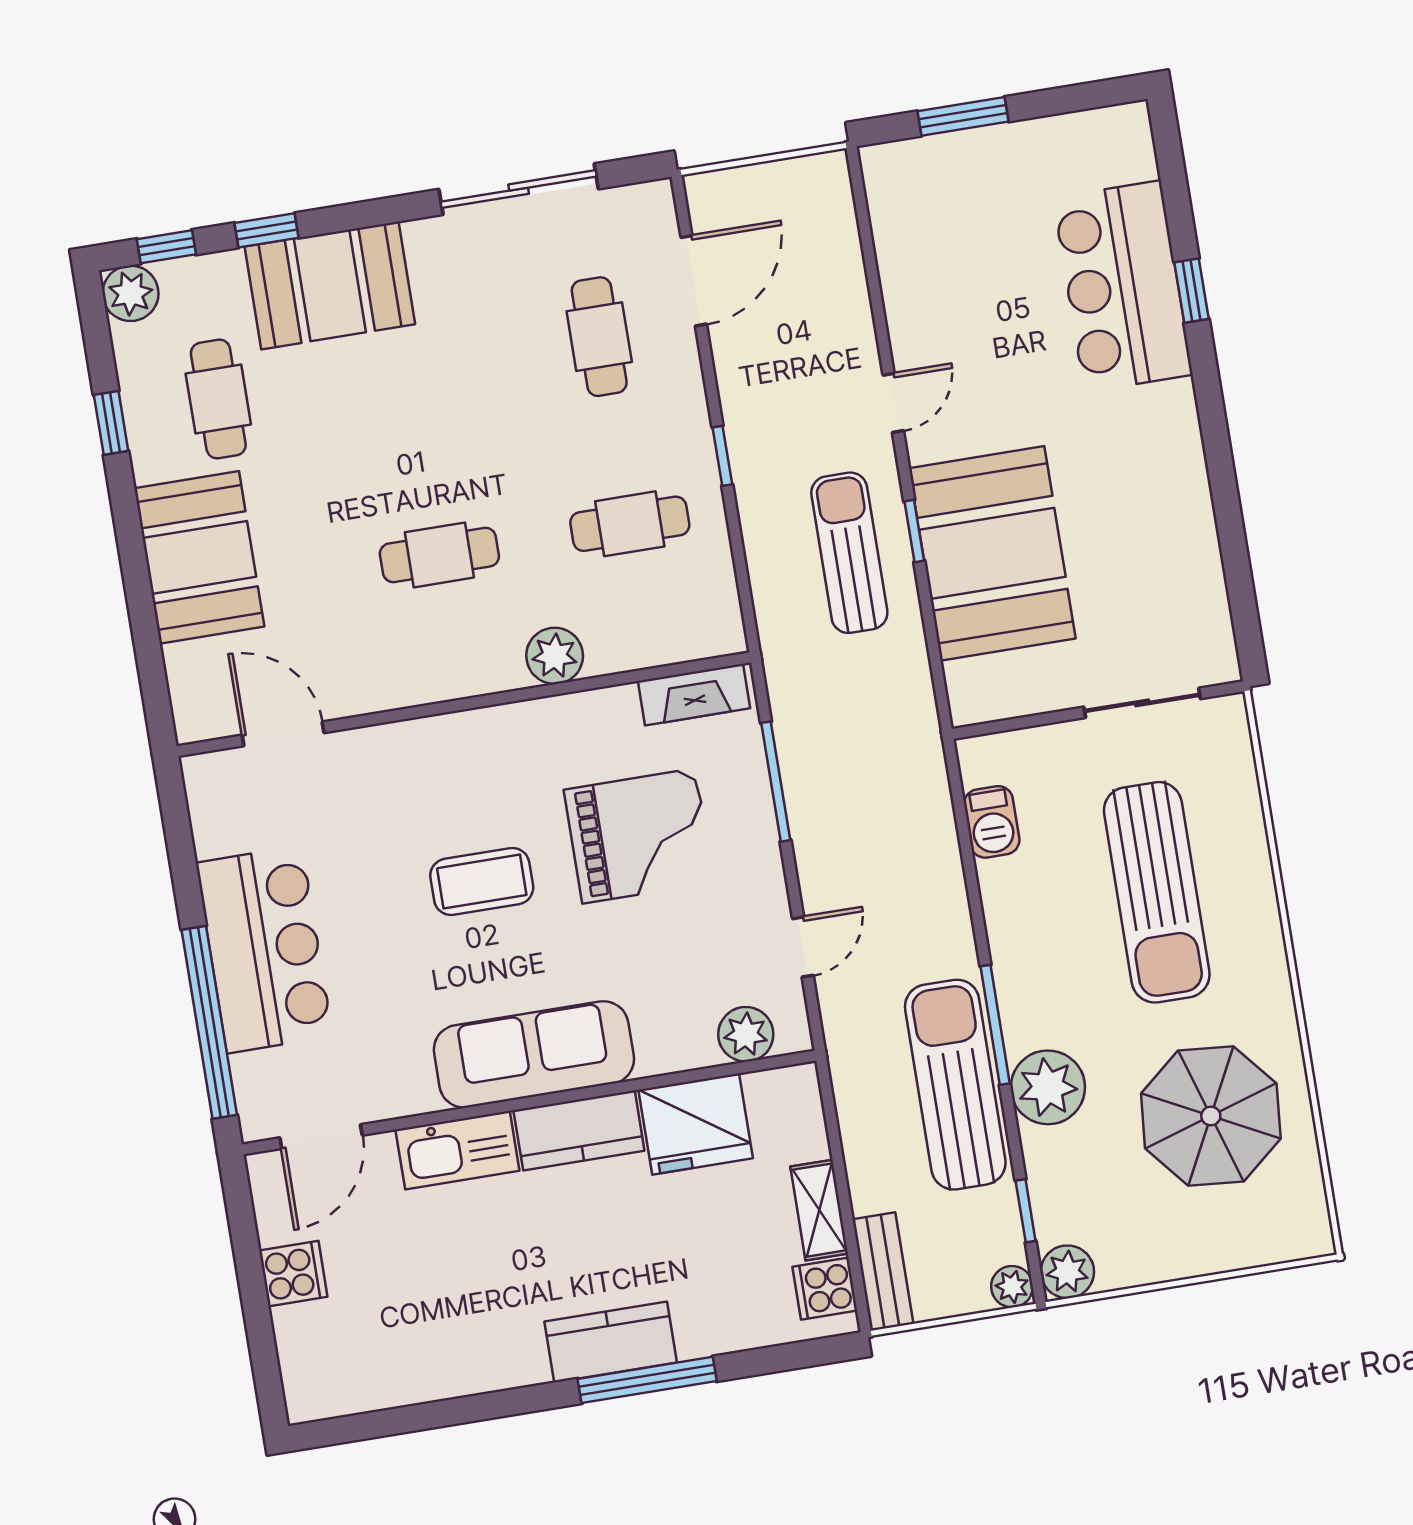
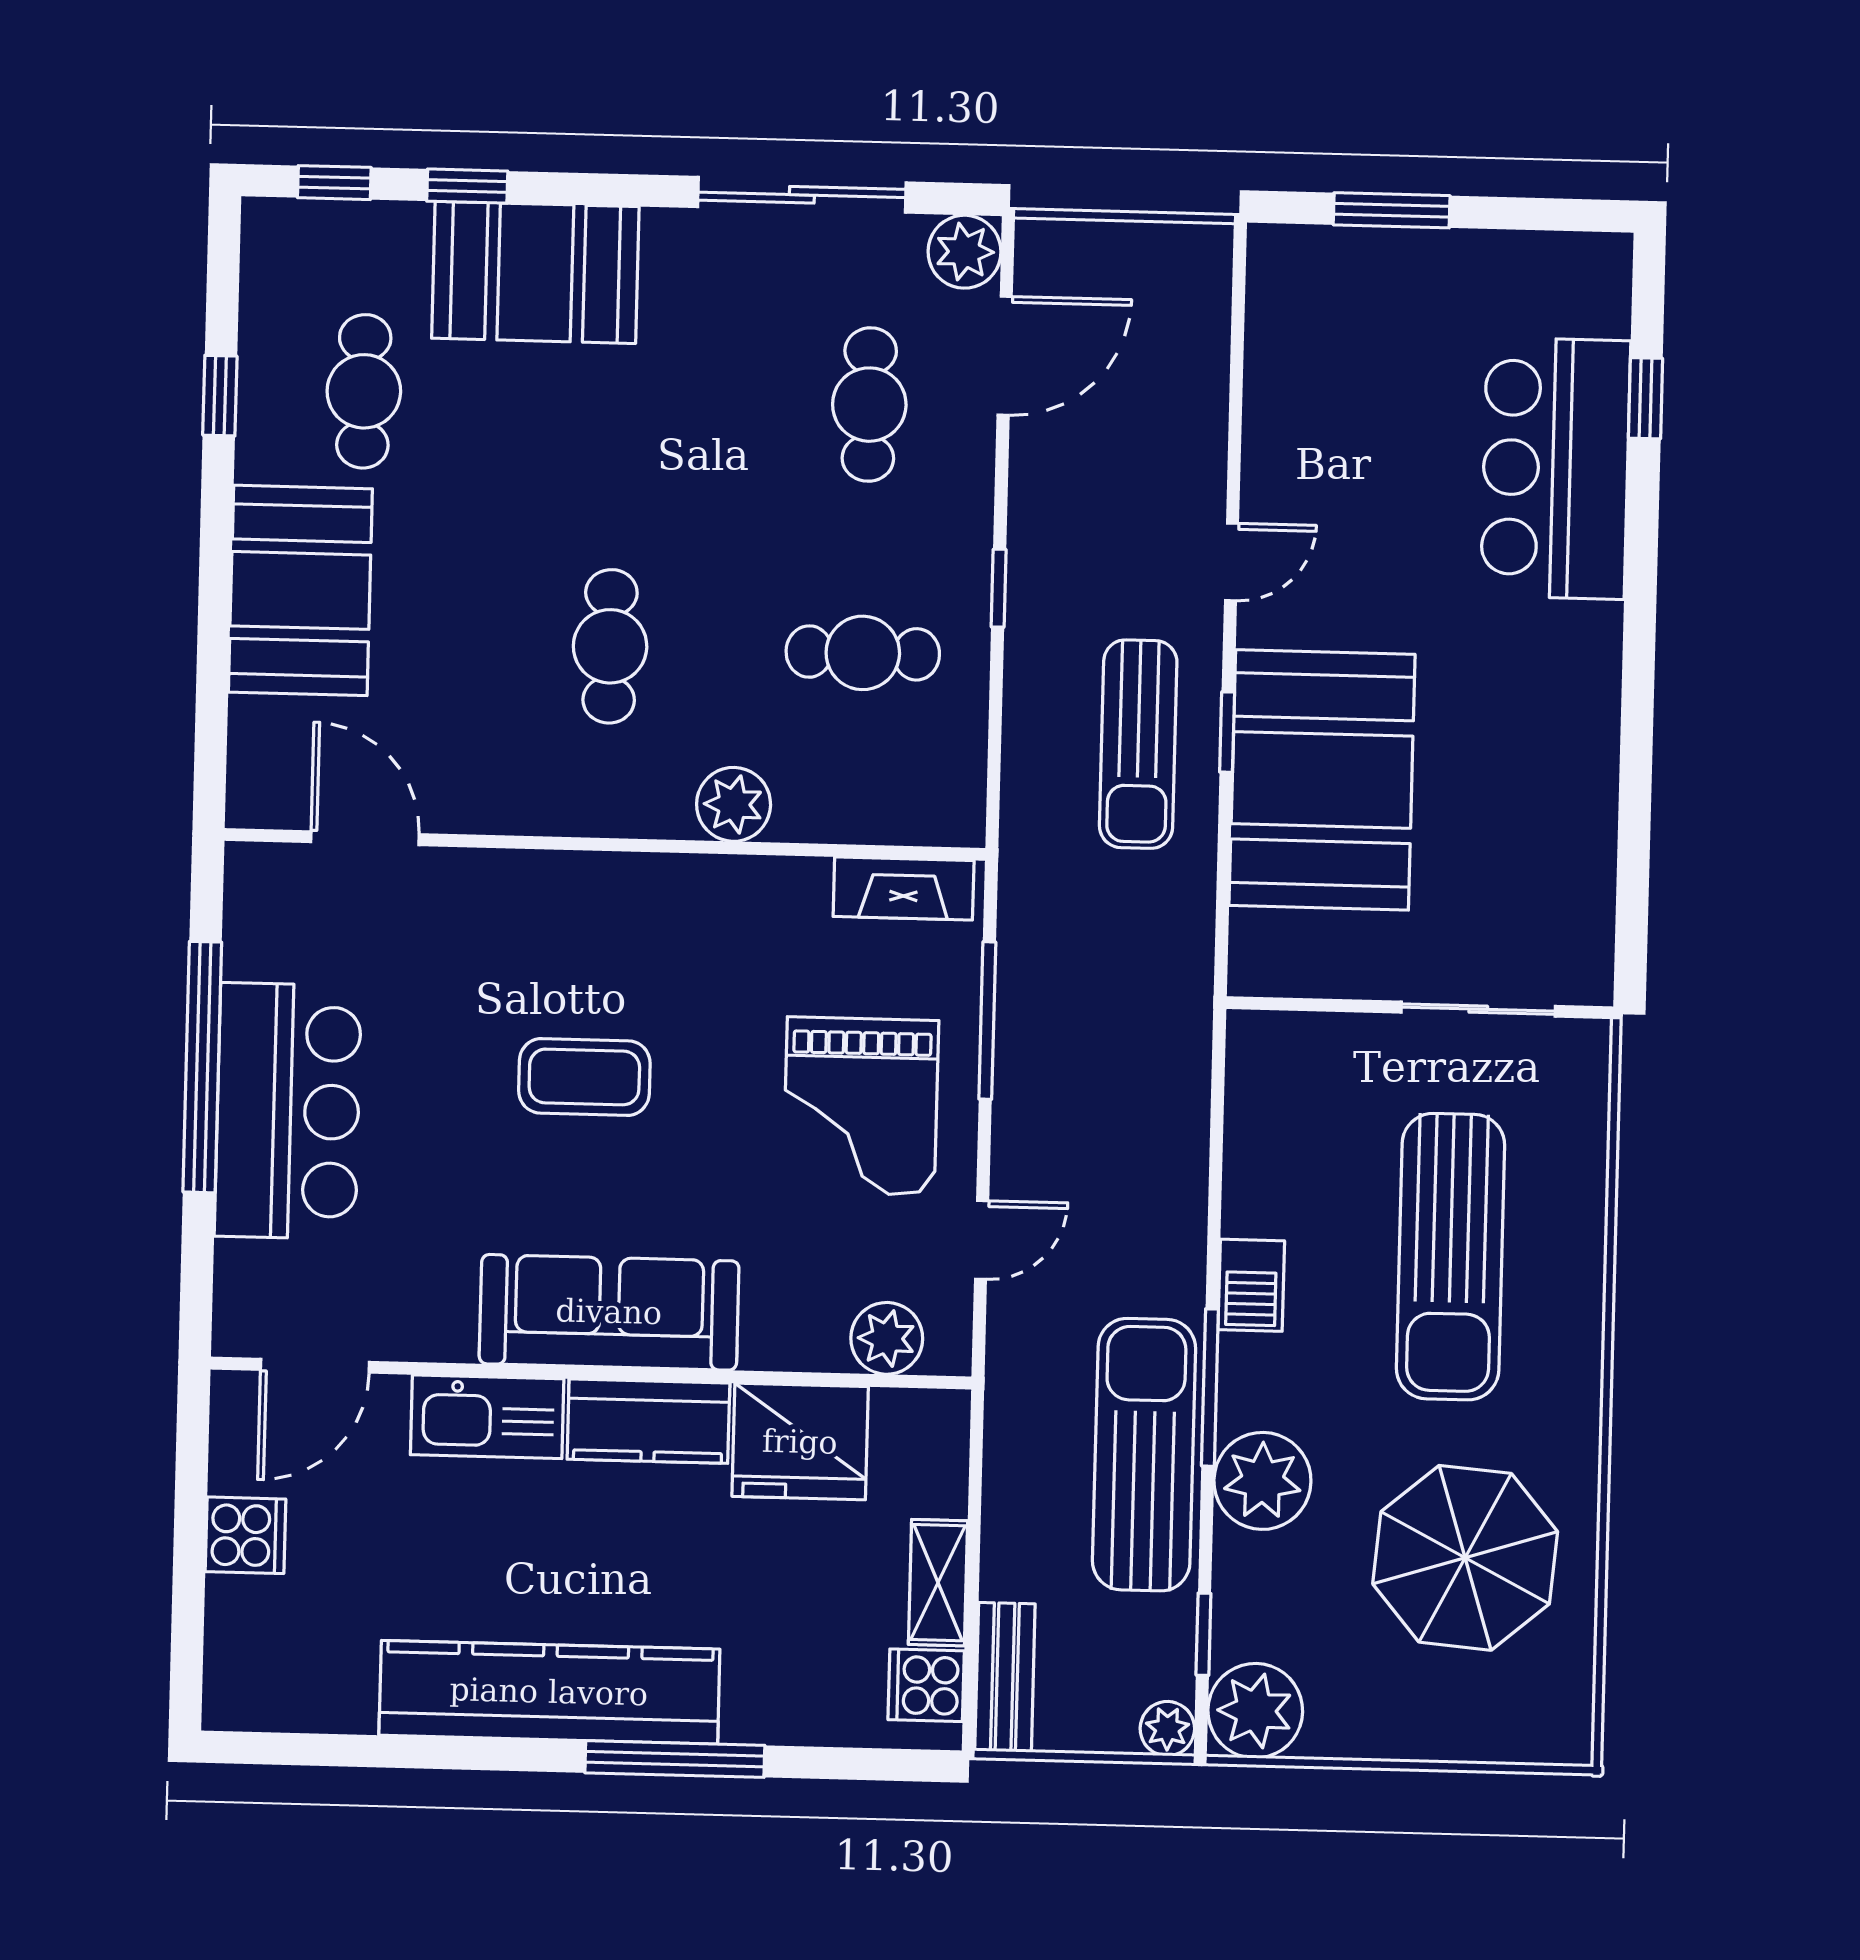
window: (1192, 291) -> (1645, 398), moved
plant: (131, 293) -> (964, 252), moved
sun lounger: (849, 553) -> (1138, 744), turned 180
cafe table: (439, 555) -> (610, 646), turned 90
barbecue: (992, 822) -> (1251, 1285), moved
grand piano: (639, 836) -> (861, 1106), moved, turned 90
window: (209, 1022) -> (202, 1067), moved
plant: (1067, 1272) -> (1255, 1711), width x1.36, depth x1.36
kitchen counter: (611, 1342) -> (549, 1692), width x2.08, depth x1.17

